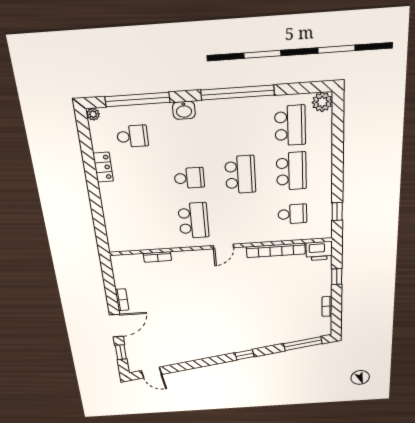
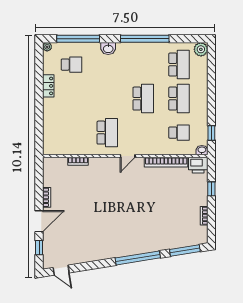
school desk: (189, 178) -> (107, 99), removed
washbasin: (324, 233) -> (202, 150), added
window: (245, 355) -> (138, 258), width x3.17

